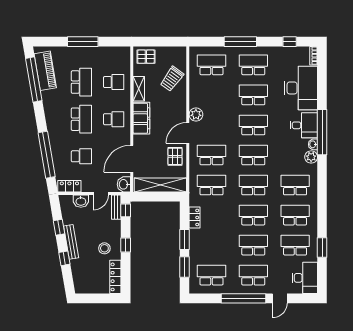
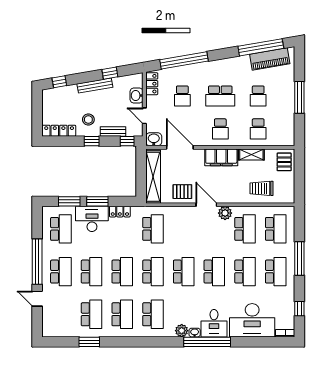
trolley: (172, 79) -> (261, 188), turned -36
school desk: (81, 82) -> (258, 96), width x0.54
school desk: (211, 155) -> (245, 229), moved
bench: (116, 207) -> (113, 132), moved
window: (64, 258) -> (59, 82), moved
desk: (305, 278) -> (92, 219), moved, turned 180

